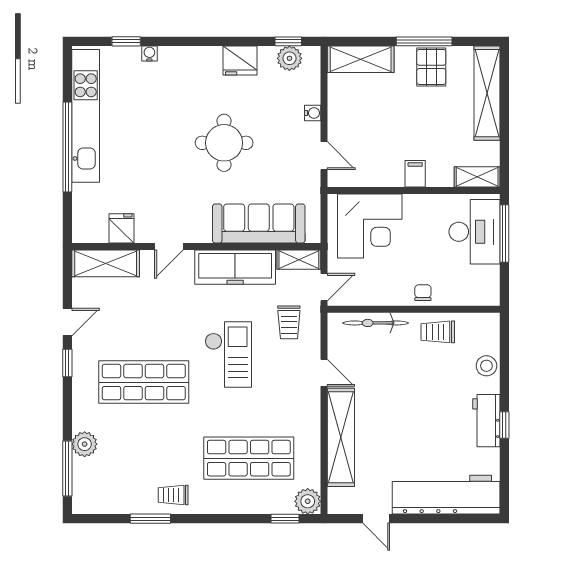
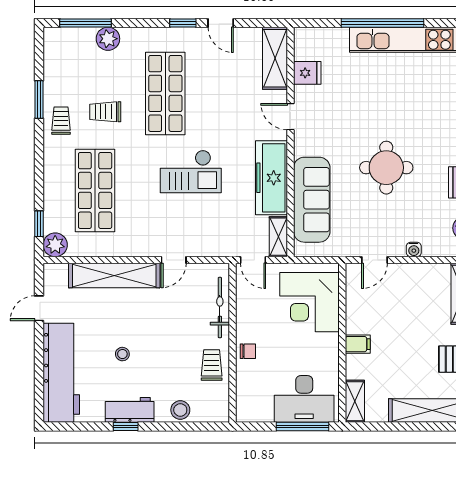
trolley: (289, 322) -> (105, 112), moved
stool: (426, 429) -> (122, 354), added

